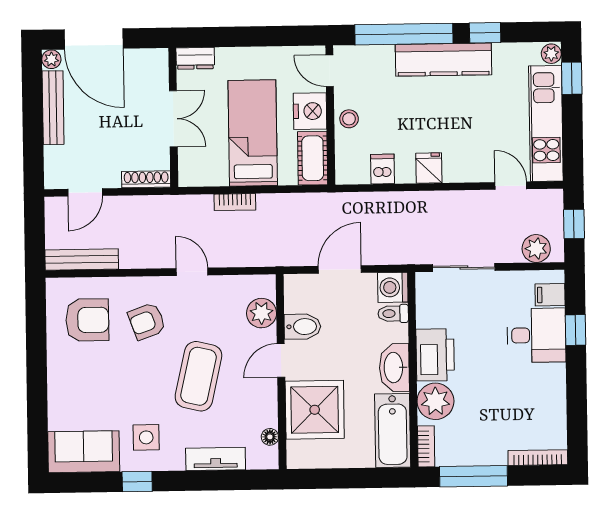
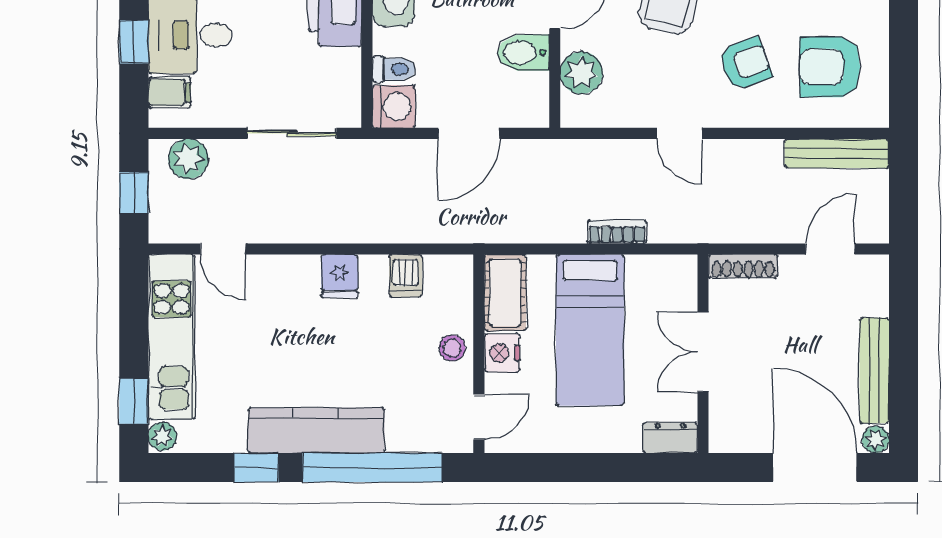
door: (330, 71) -> (479, 417), hinge flipped
nightstand: (310, 111) -> (502, 353), width x0.74, depth x0.75

